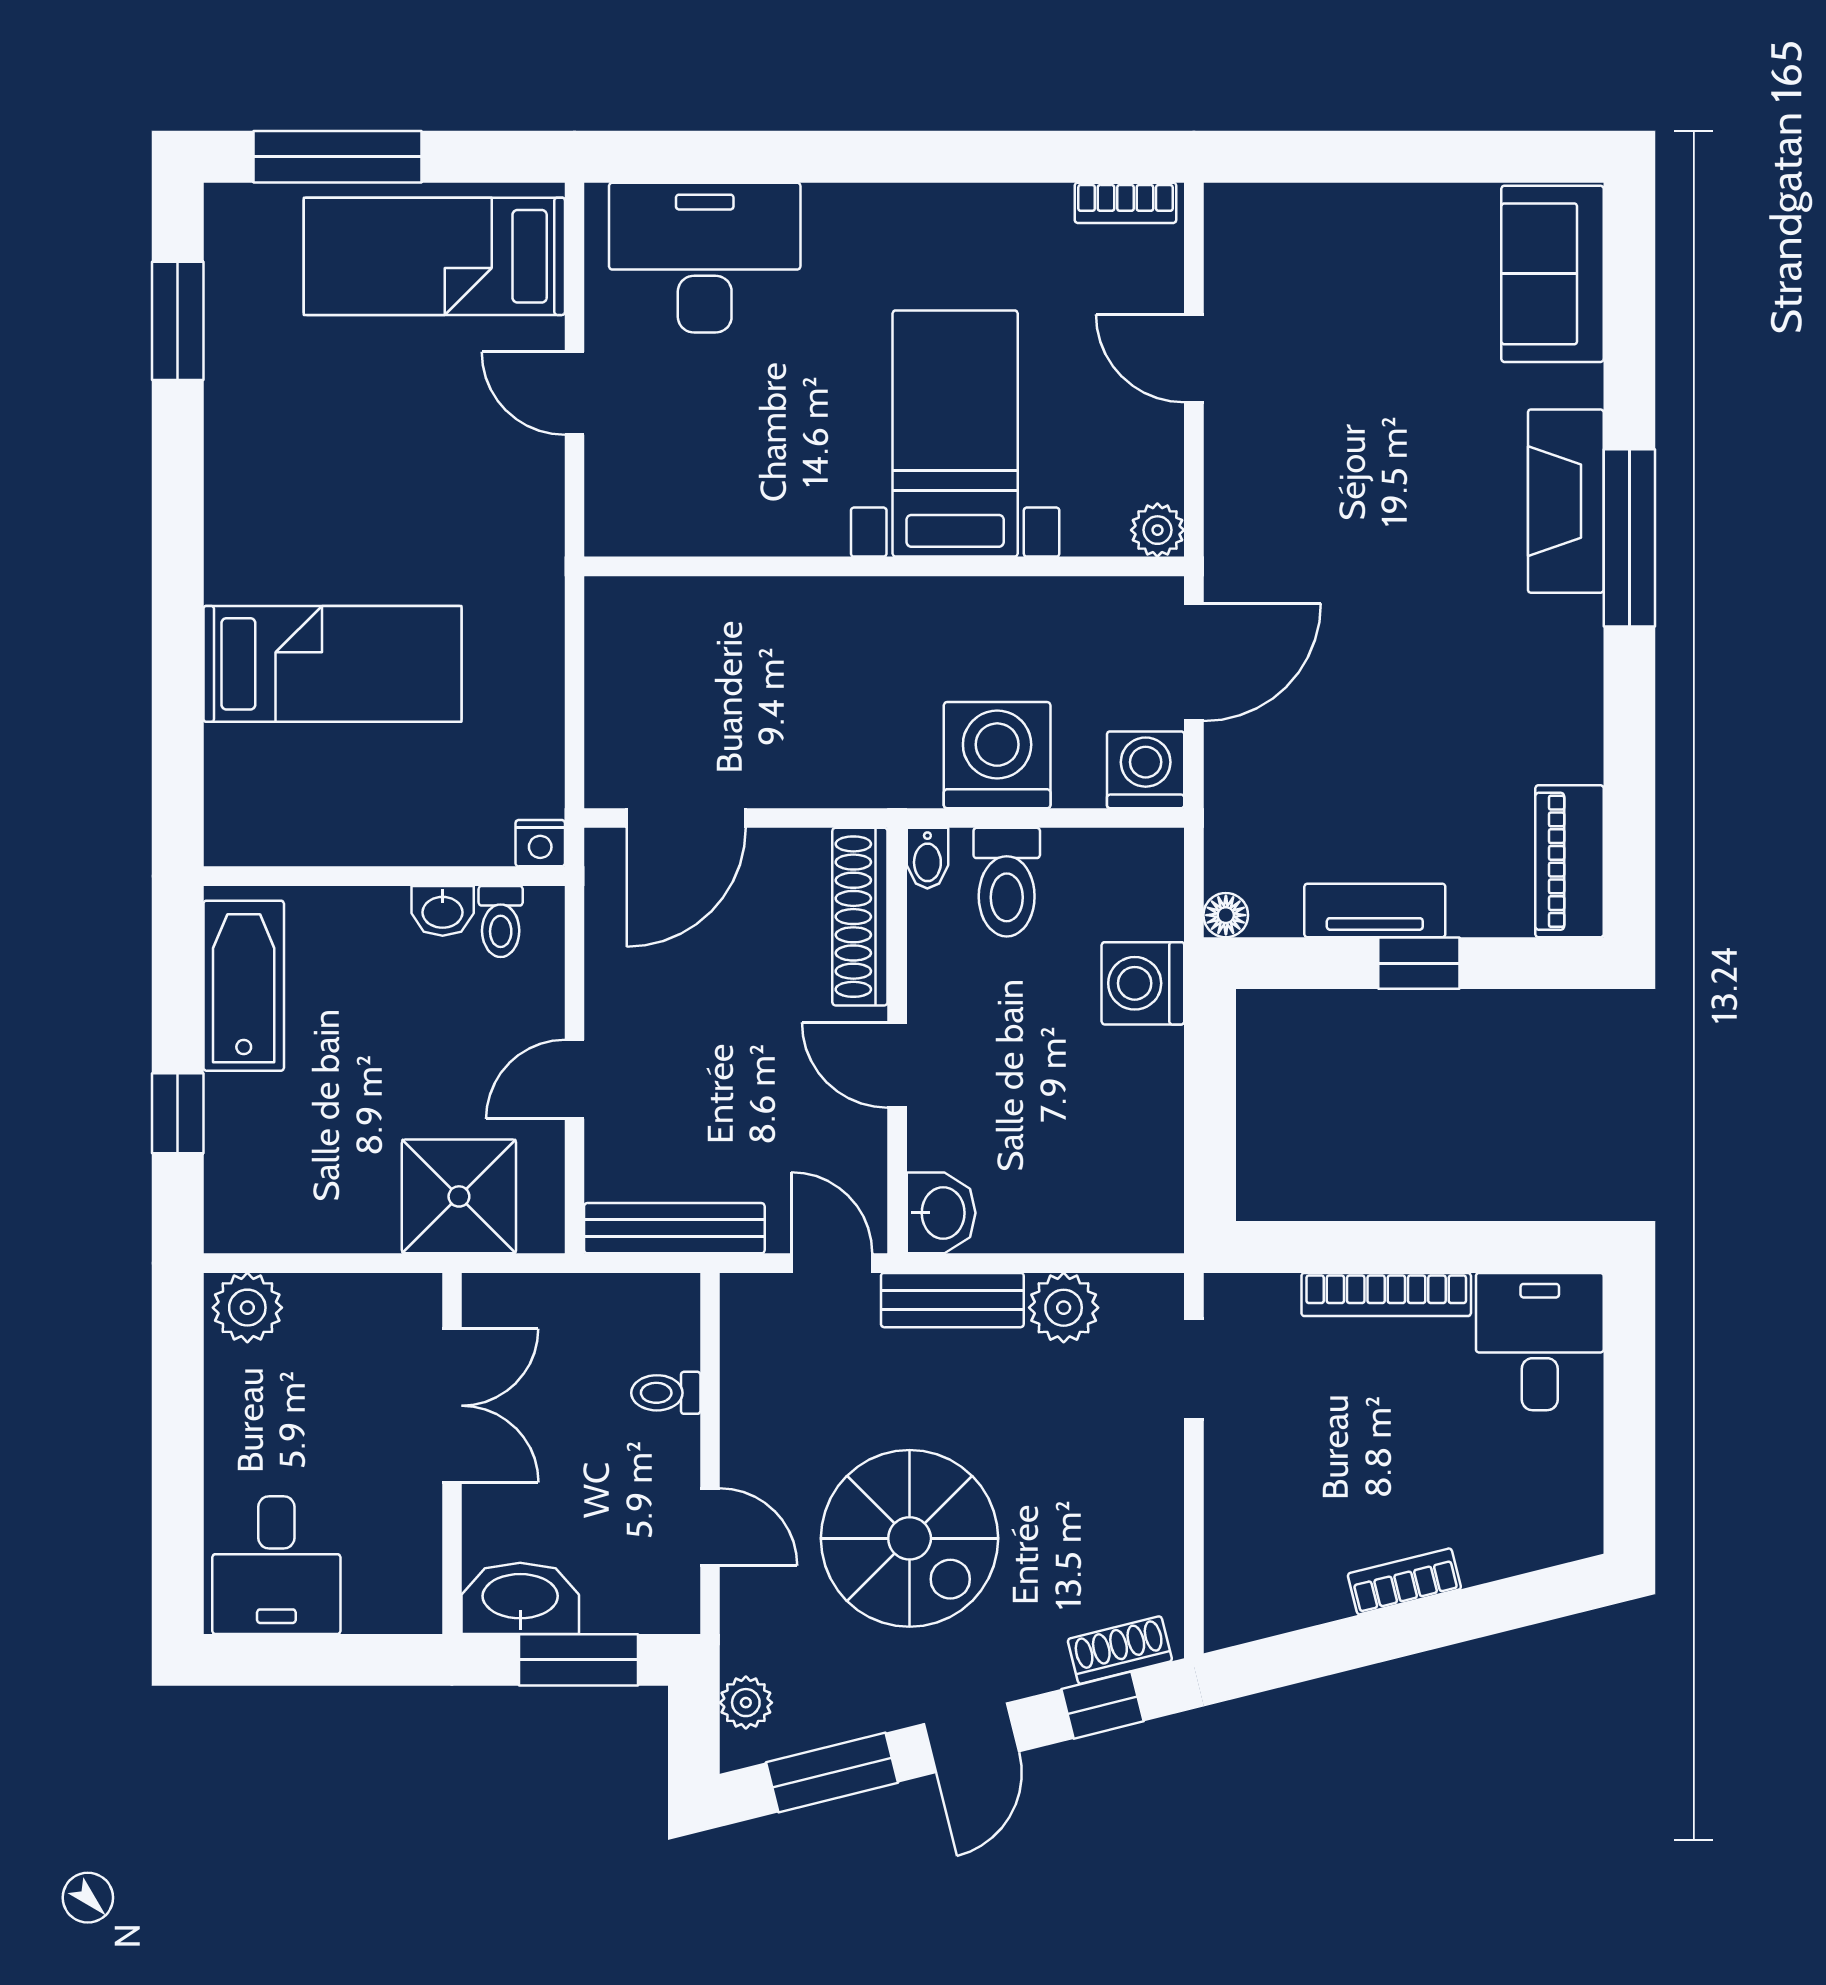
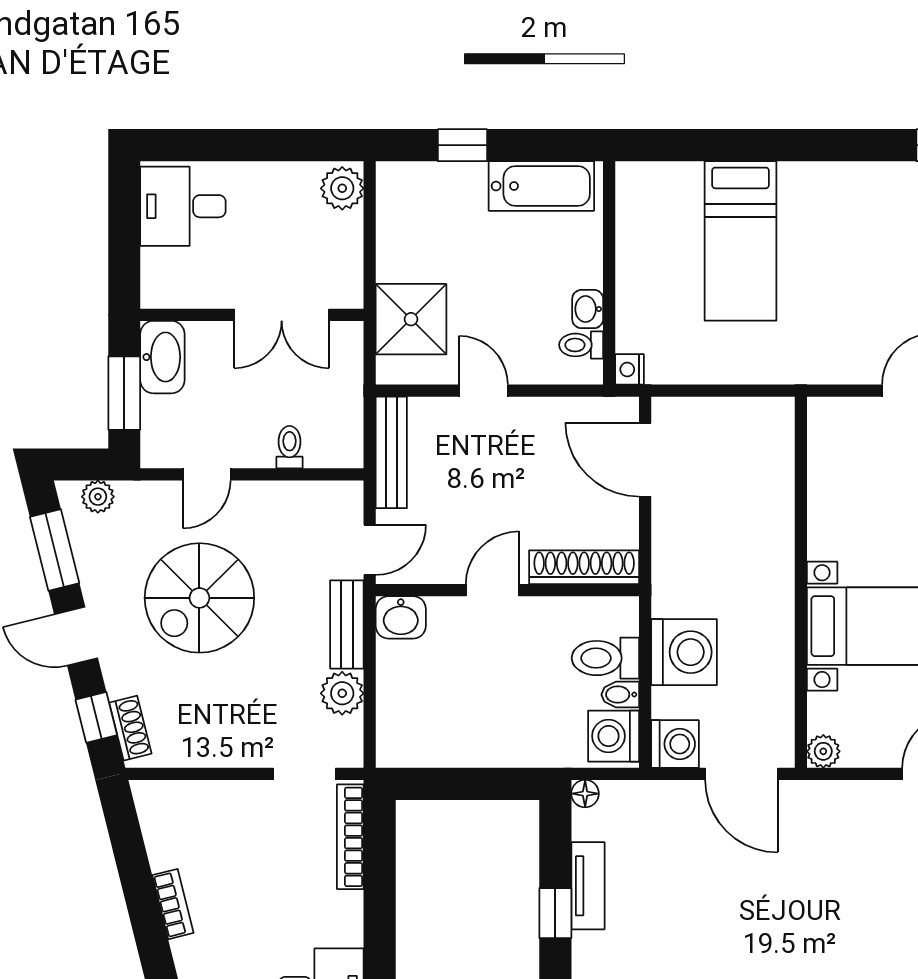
bidet: (927, 858) -> (620, 695), moved
washing machine: (1143, 983) -> (614, 736), moved, turned -90
bookcase: (1386, 1295) -> (350, 837), moved

